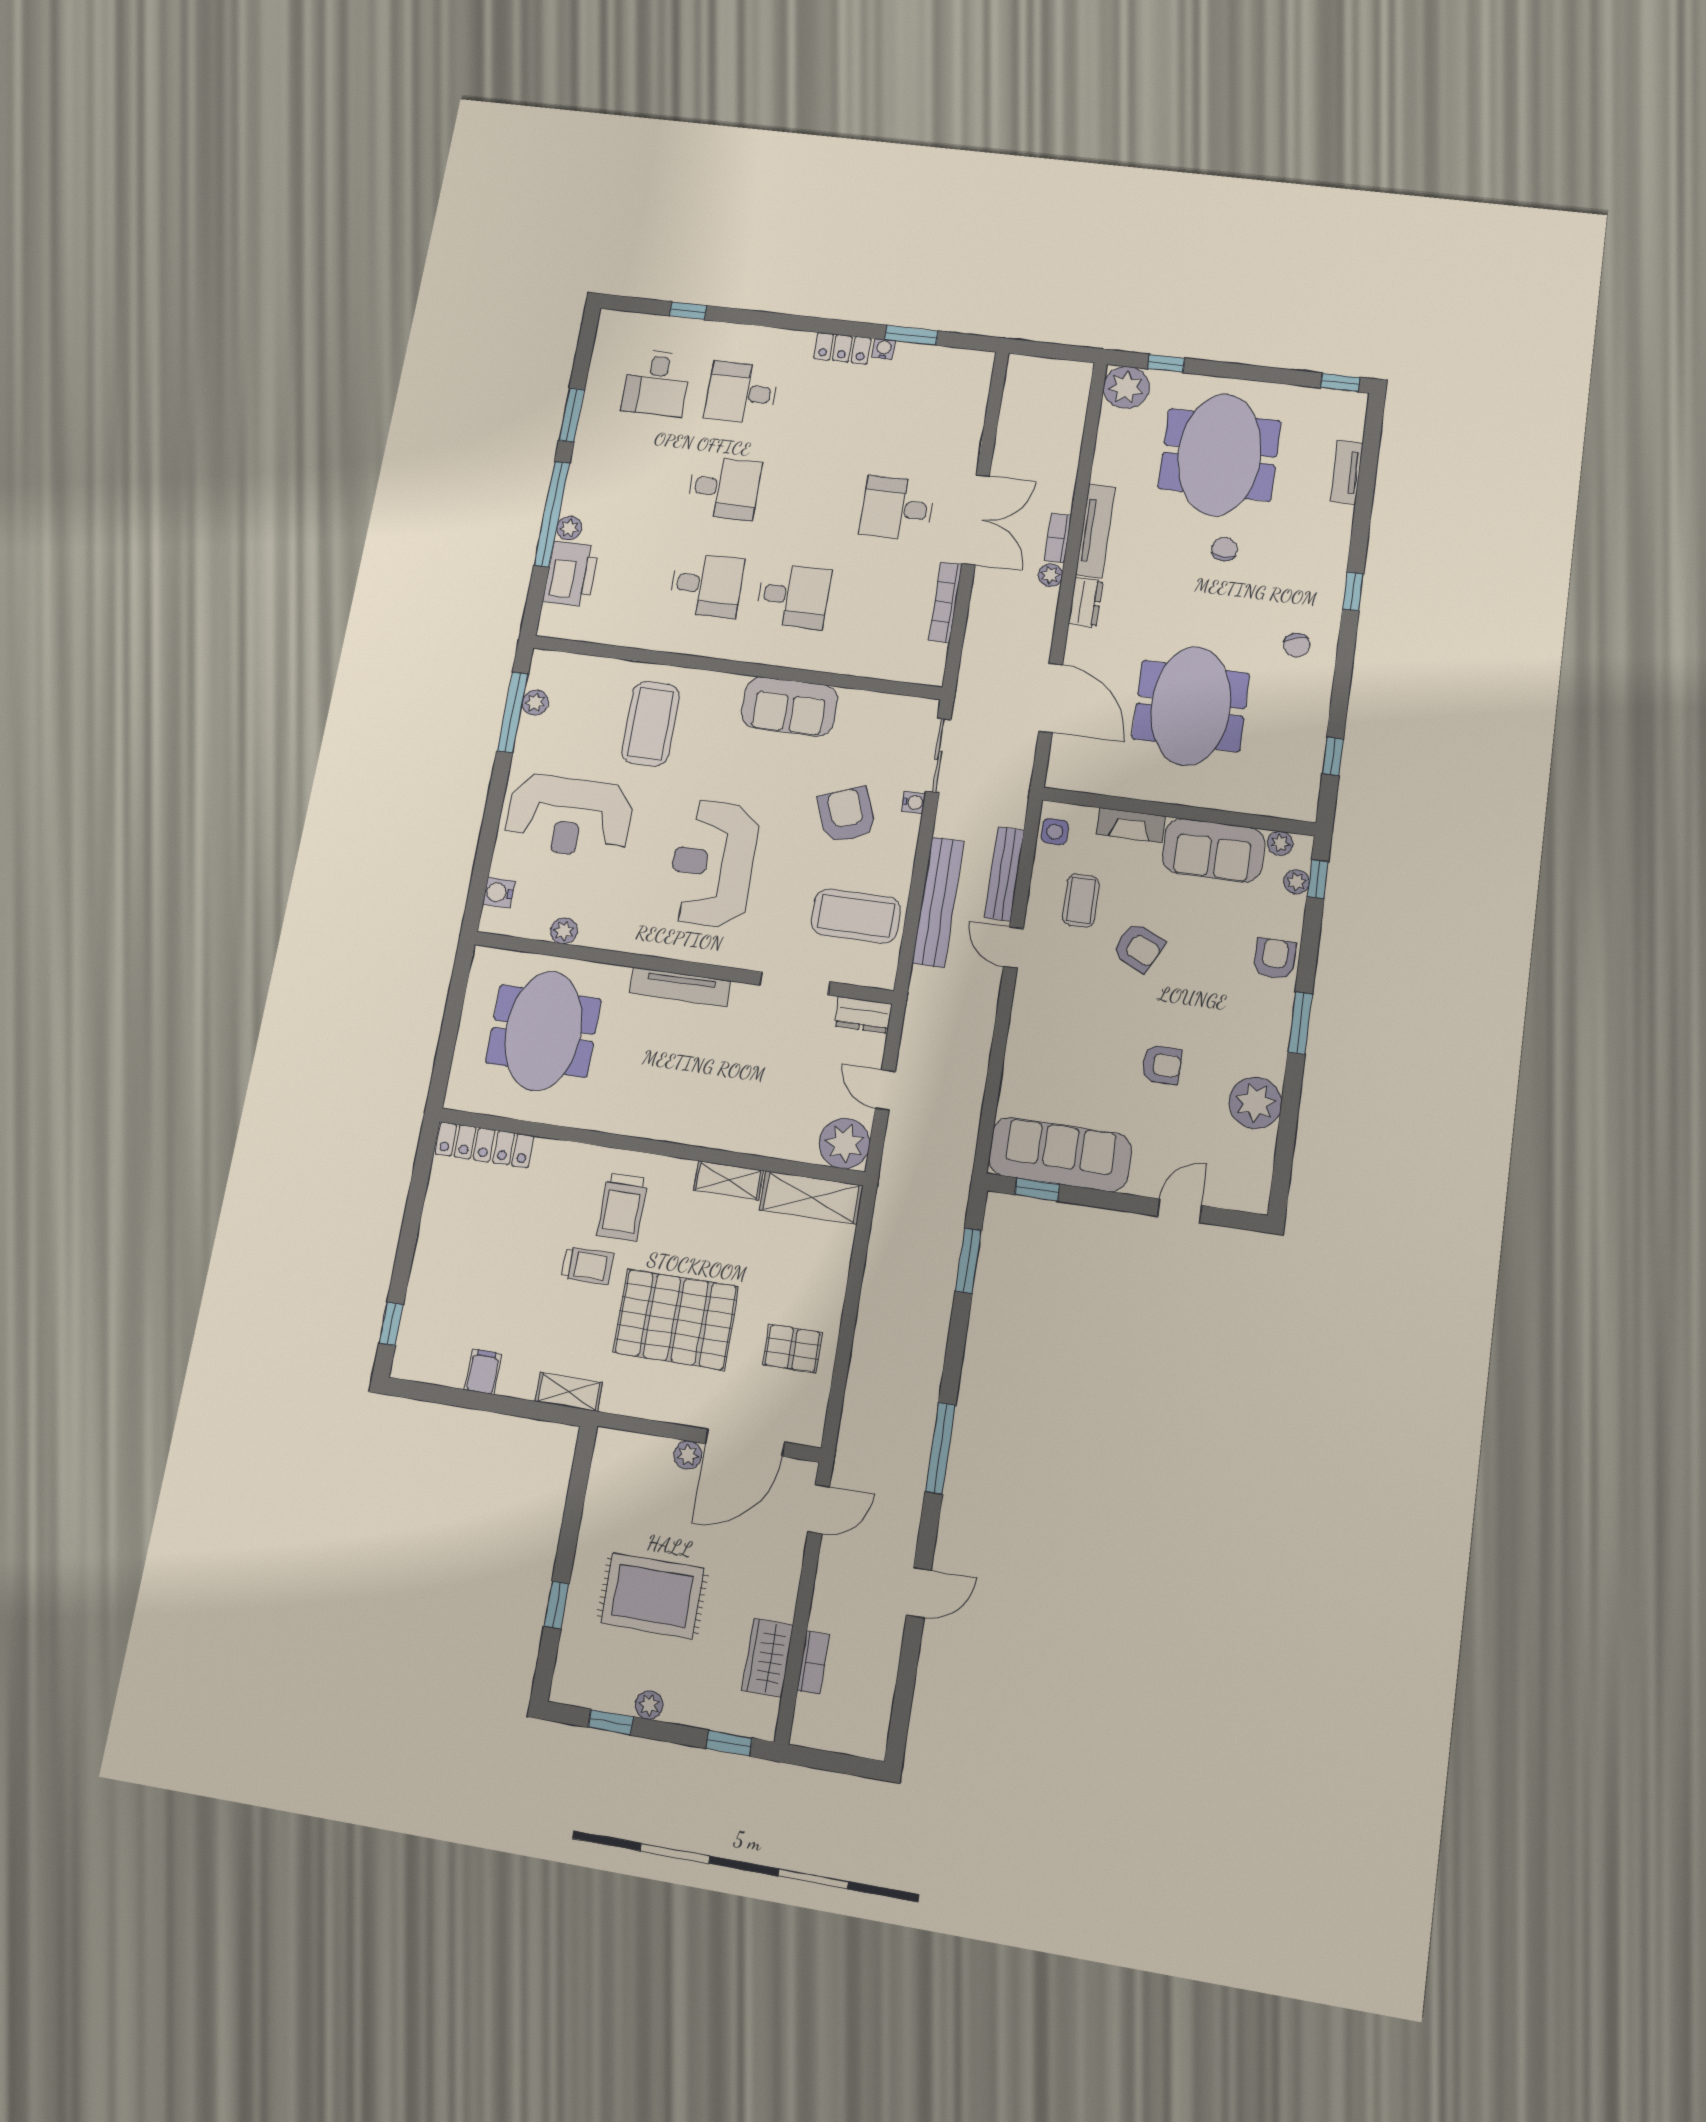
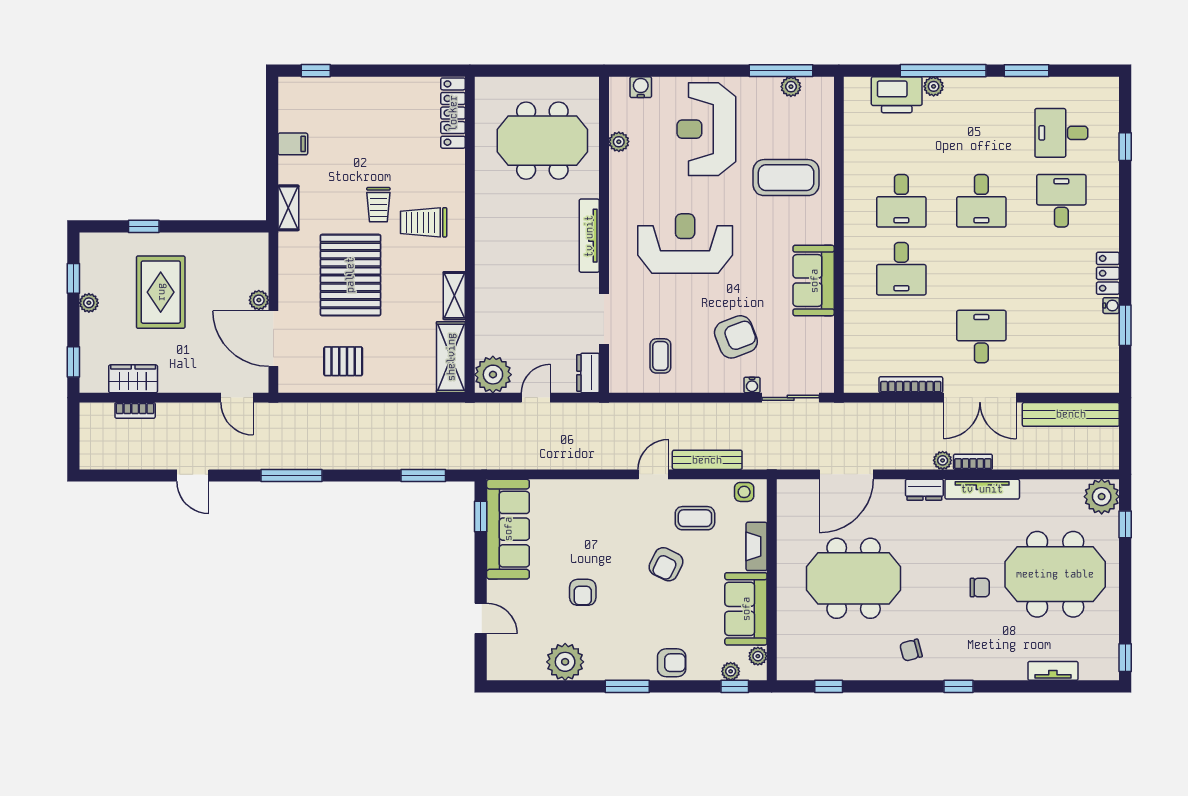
bench: (938, 902) -> (1071, 414), moved
coffee table: (856, 916) -> (660, 356), width x0.54, depth x0.58
pallet: (793, 1349) -> (343, 361), turned 90

